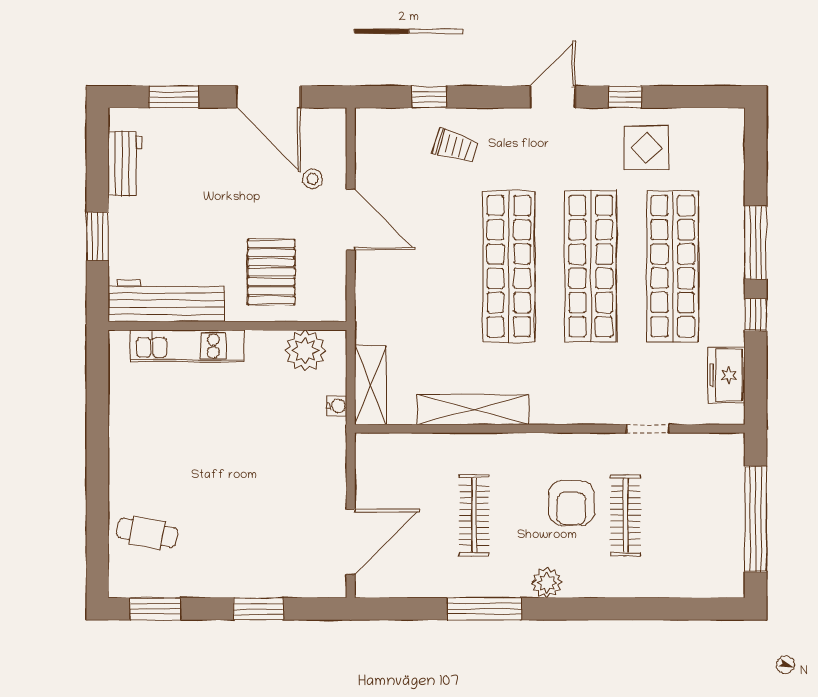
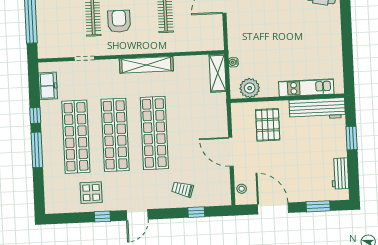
stool: (312, 179) -> (242, 189), moved
shelving: (473, 409) -> (146, 65), moved

